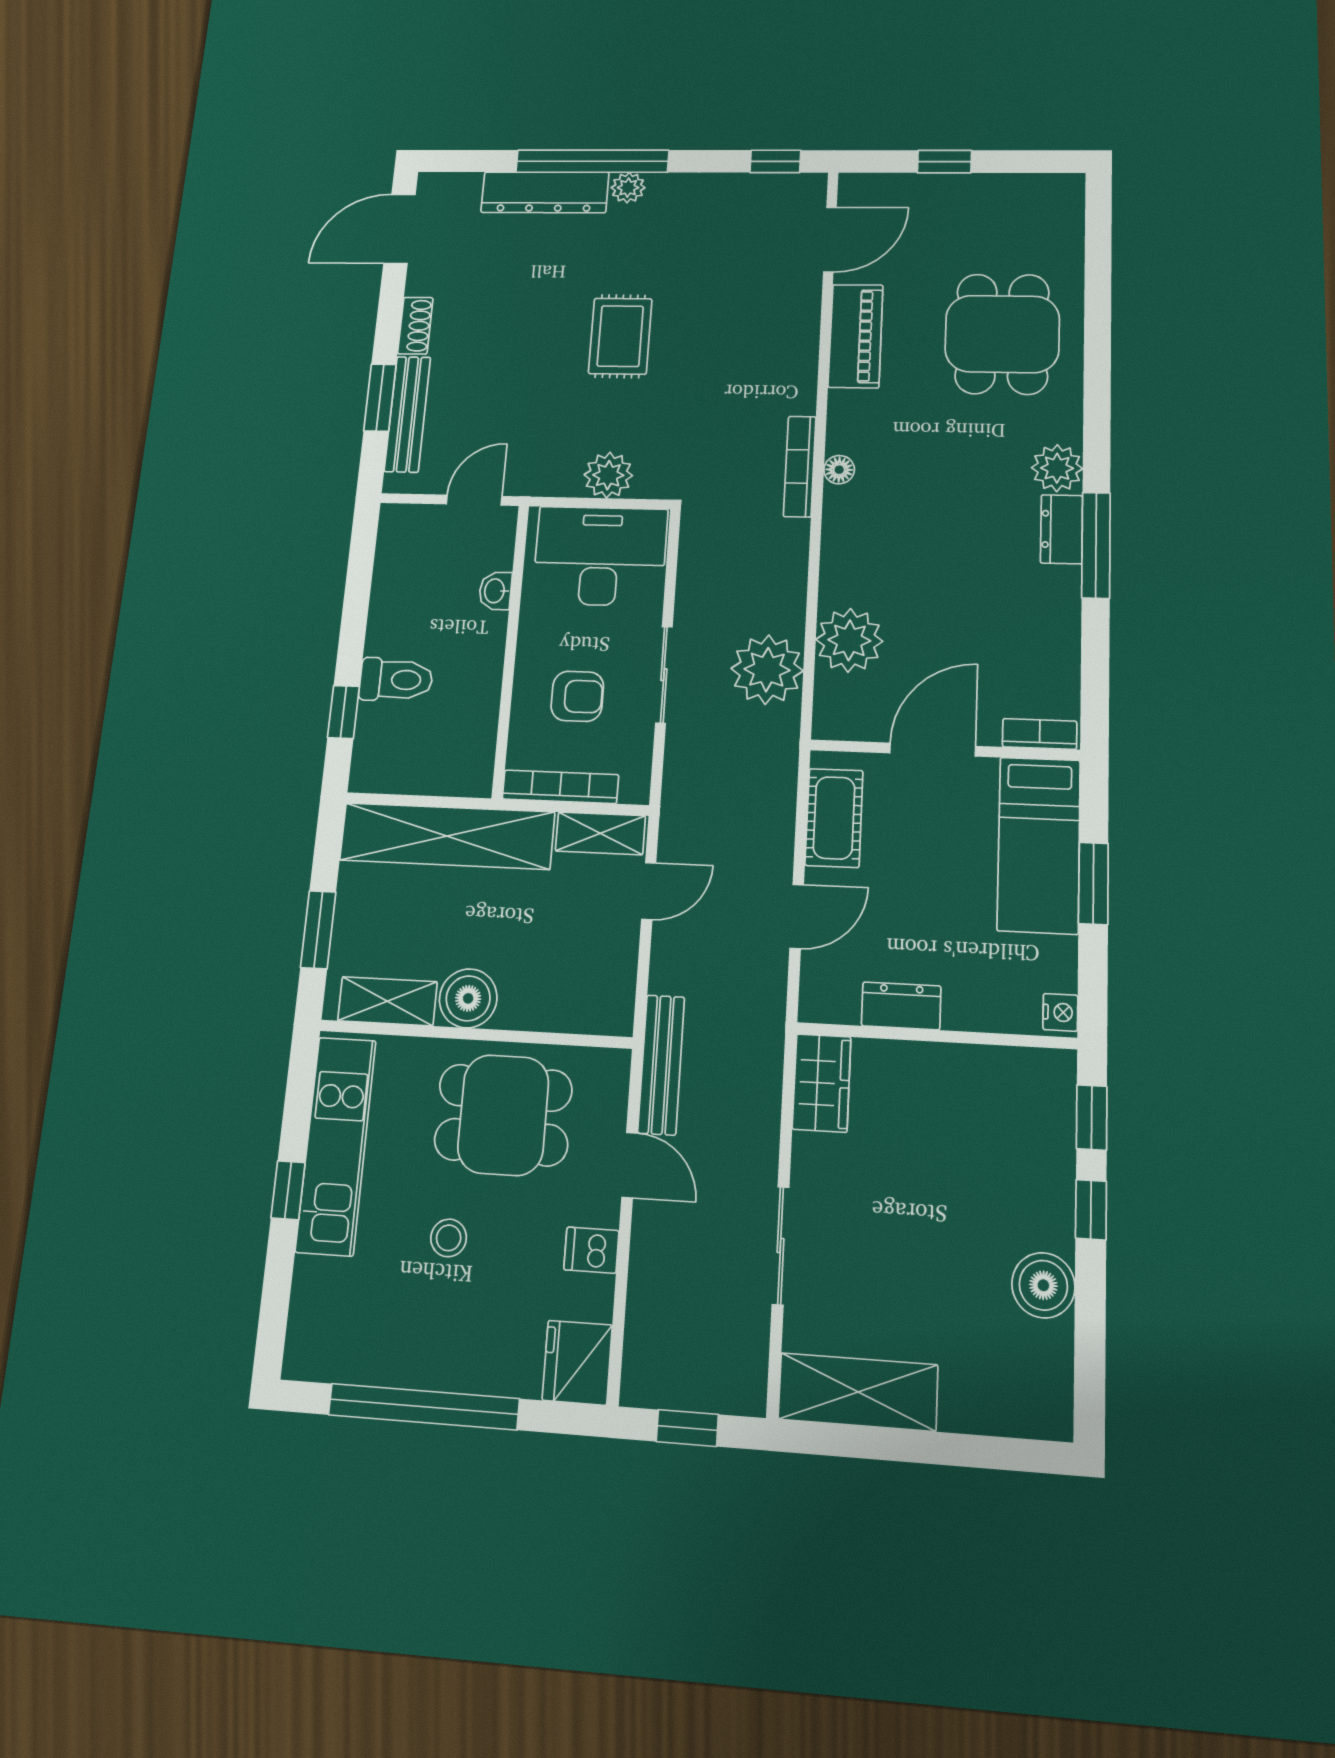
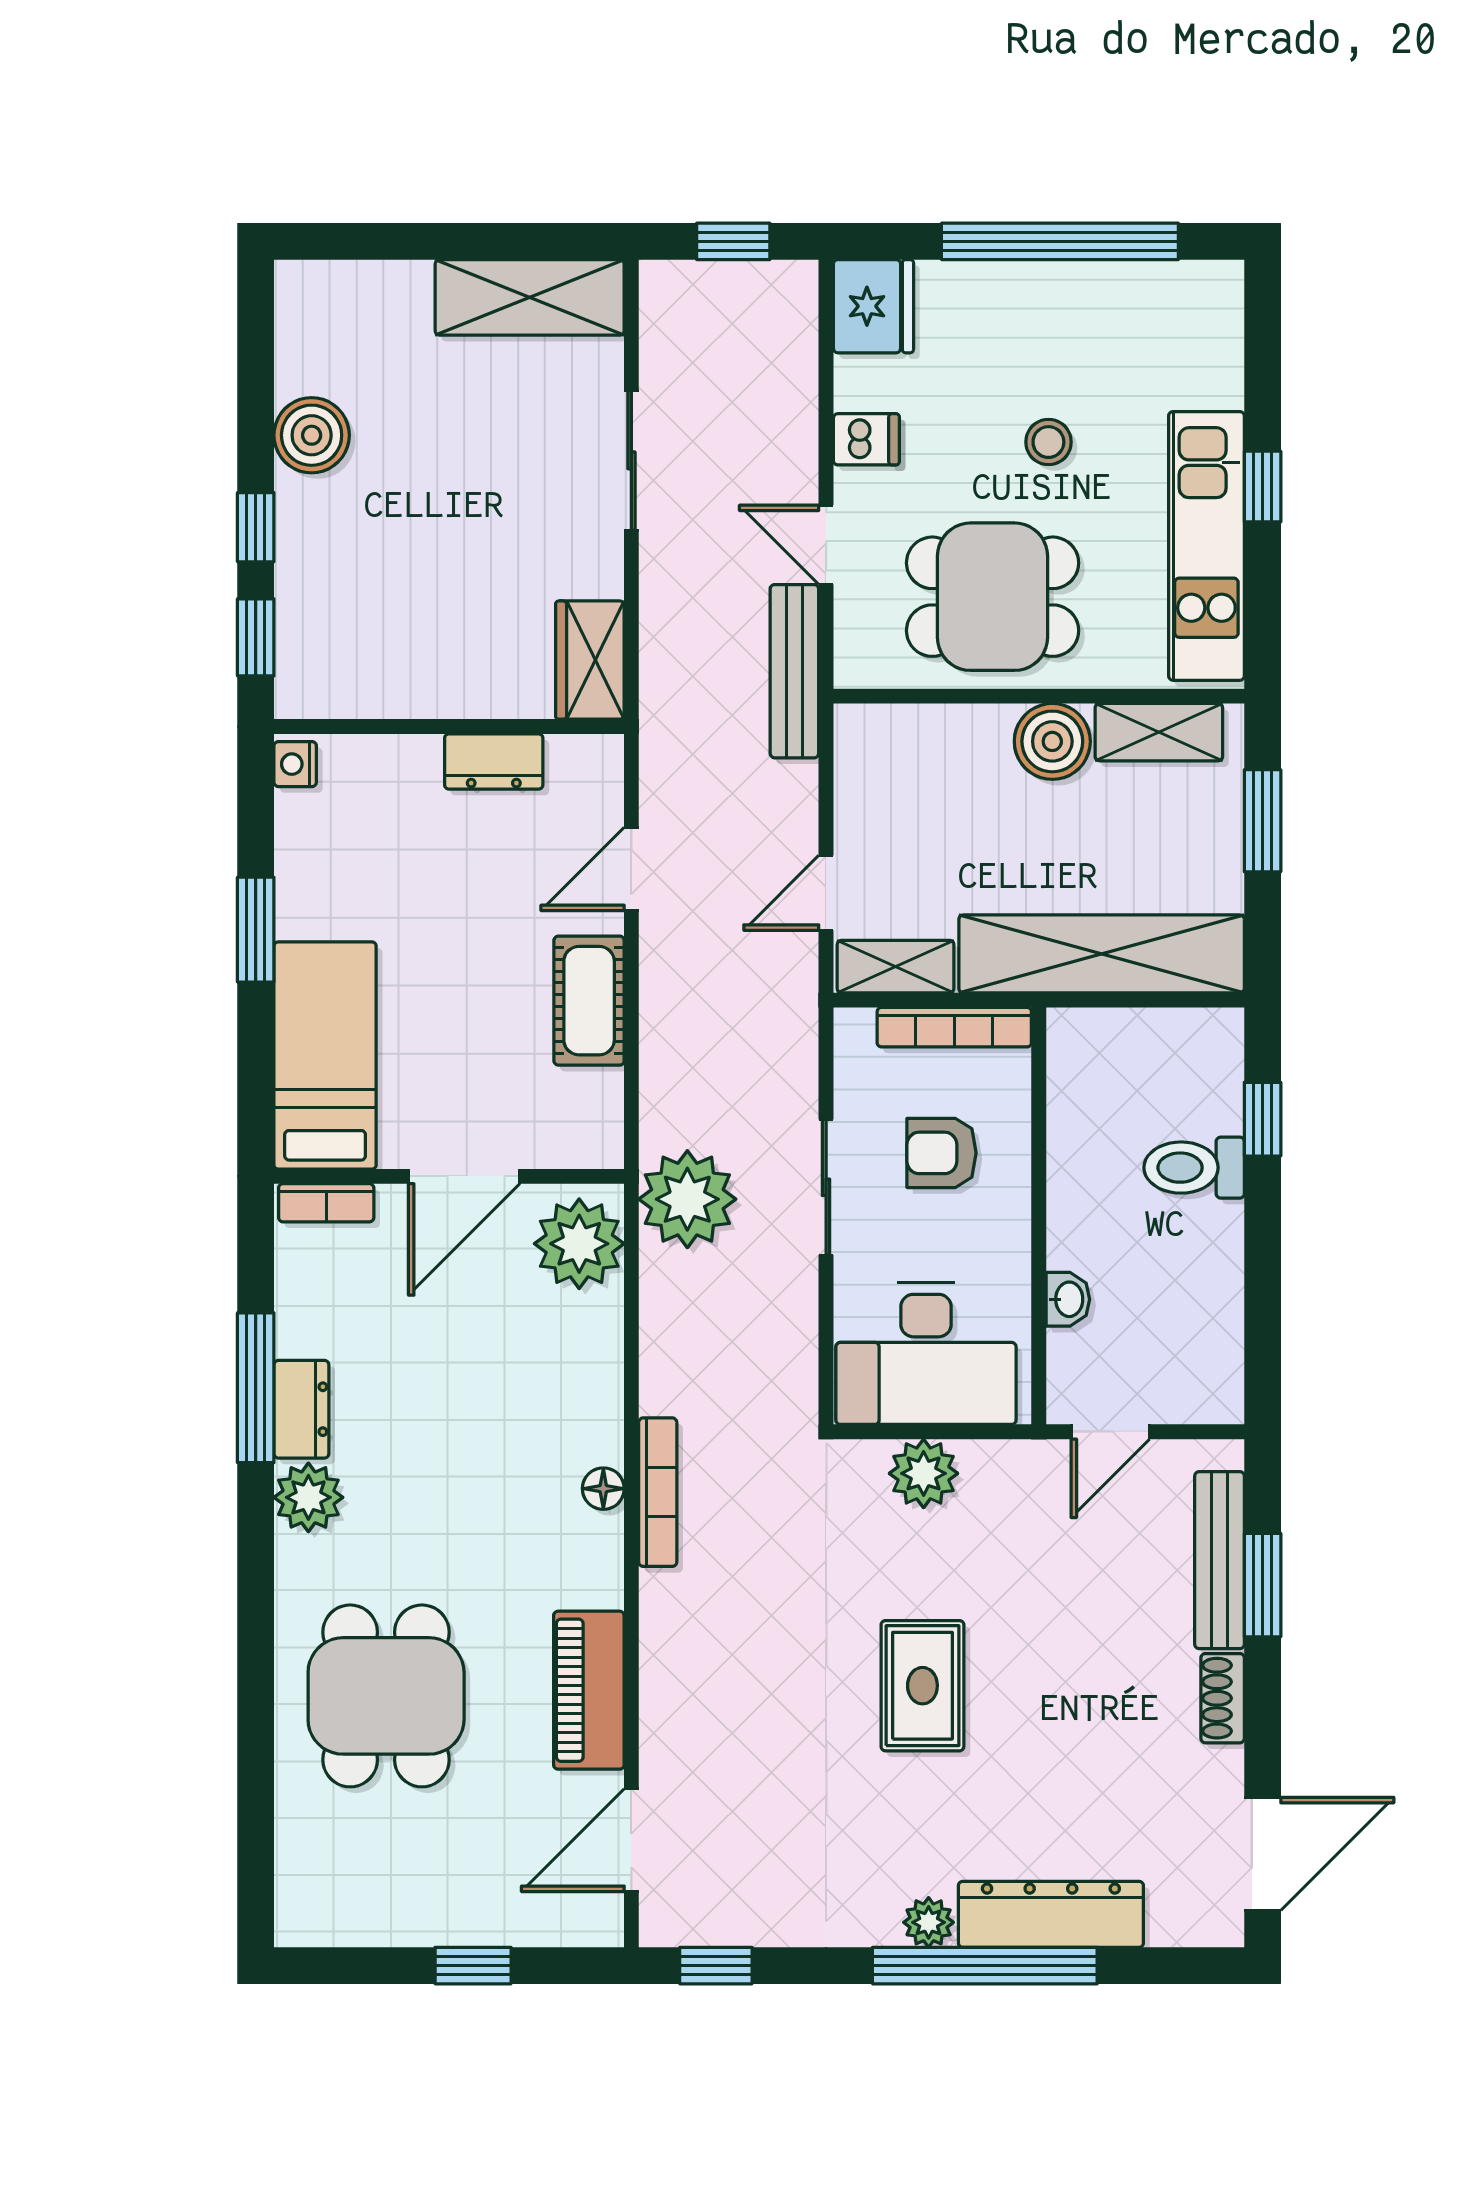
bookcase: (1040, 734) -> (326, 1203), moved
door: (933, 750) -> (464, 1176), moved
wall: (944, 750) -> (449, 1176), moved
bed: (1039, 845) -> (325, 1056), moved

